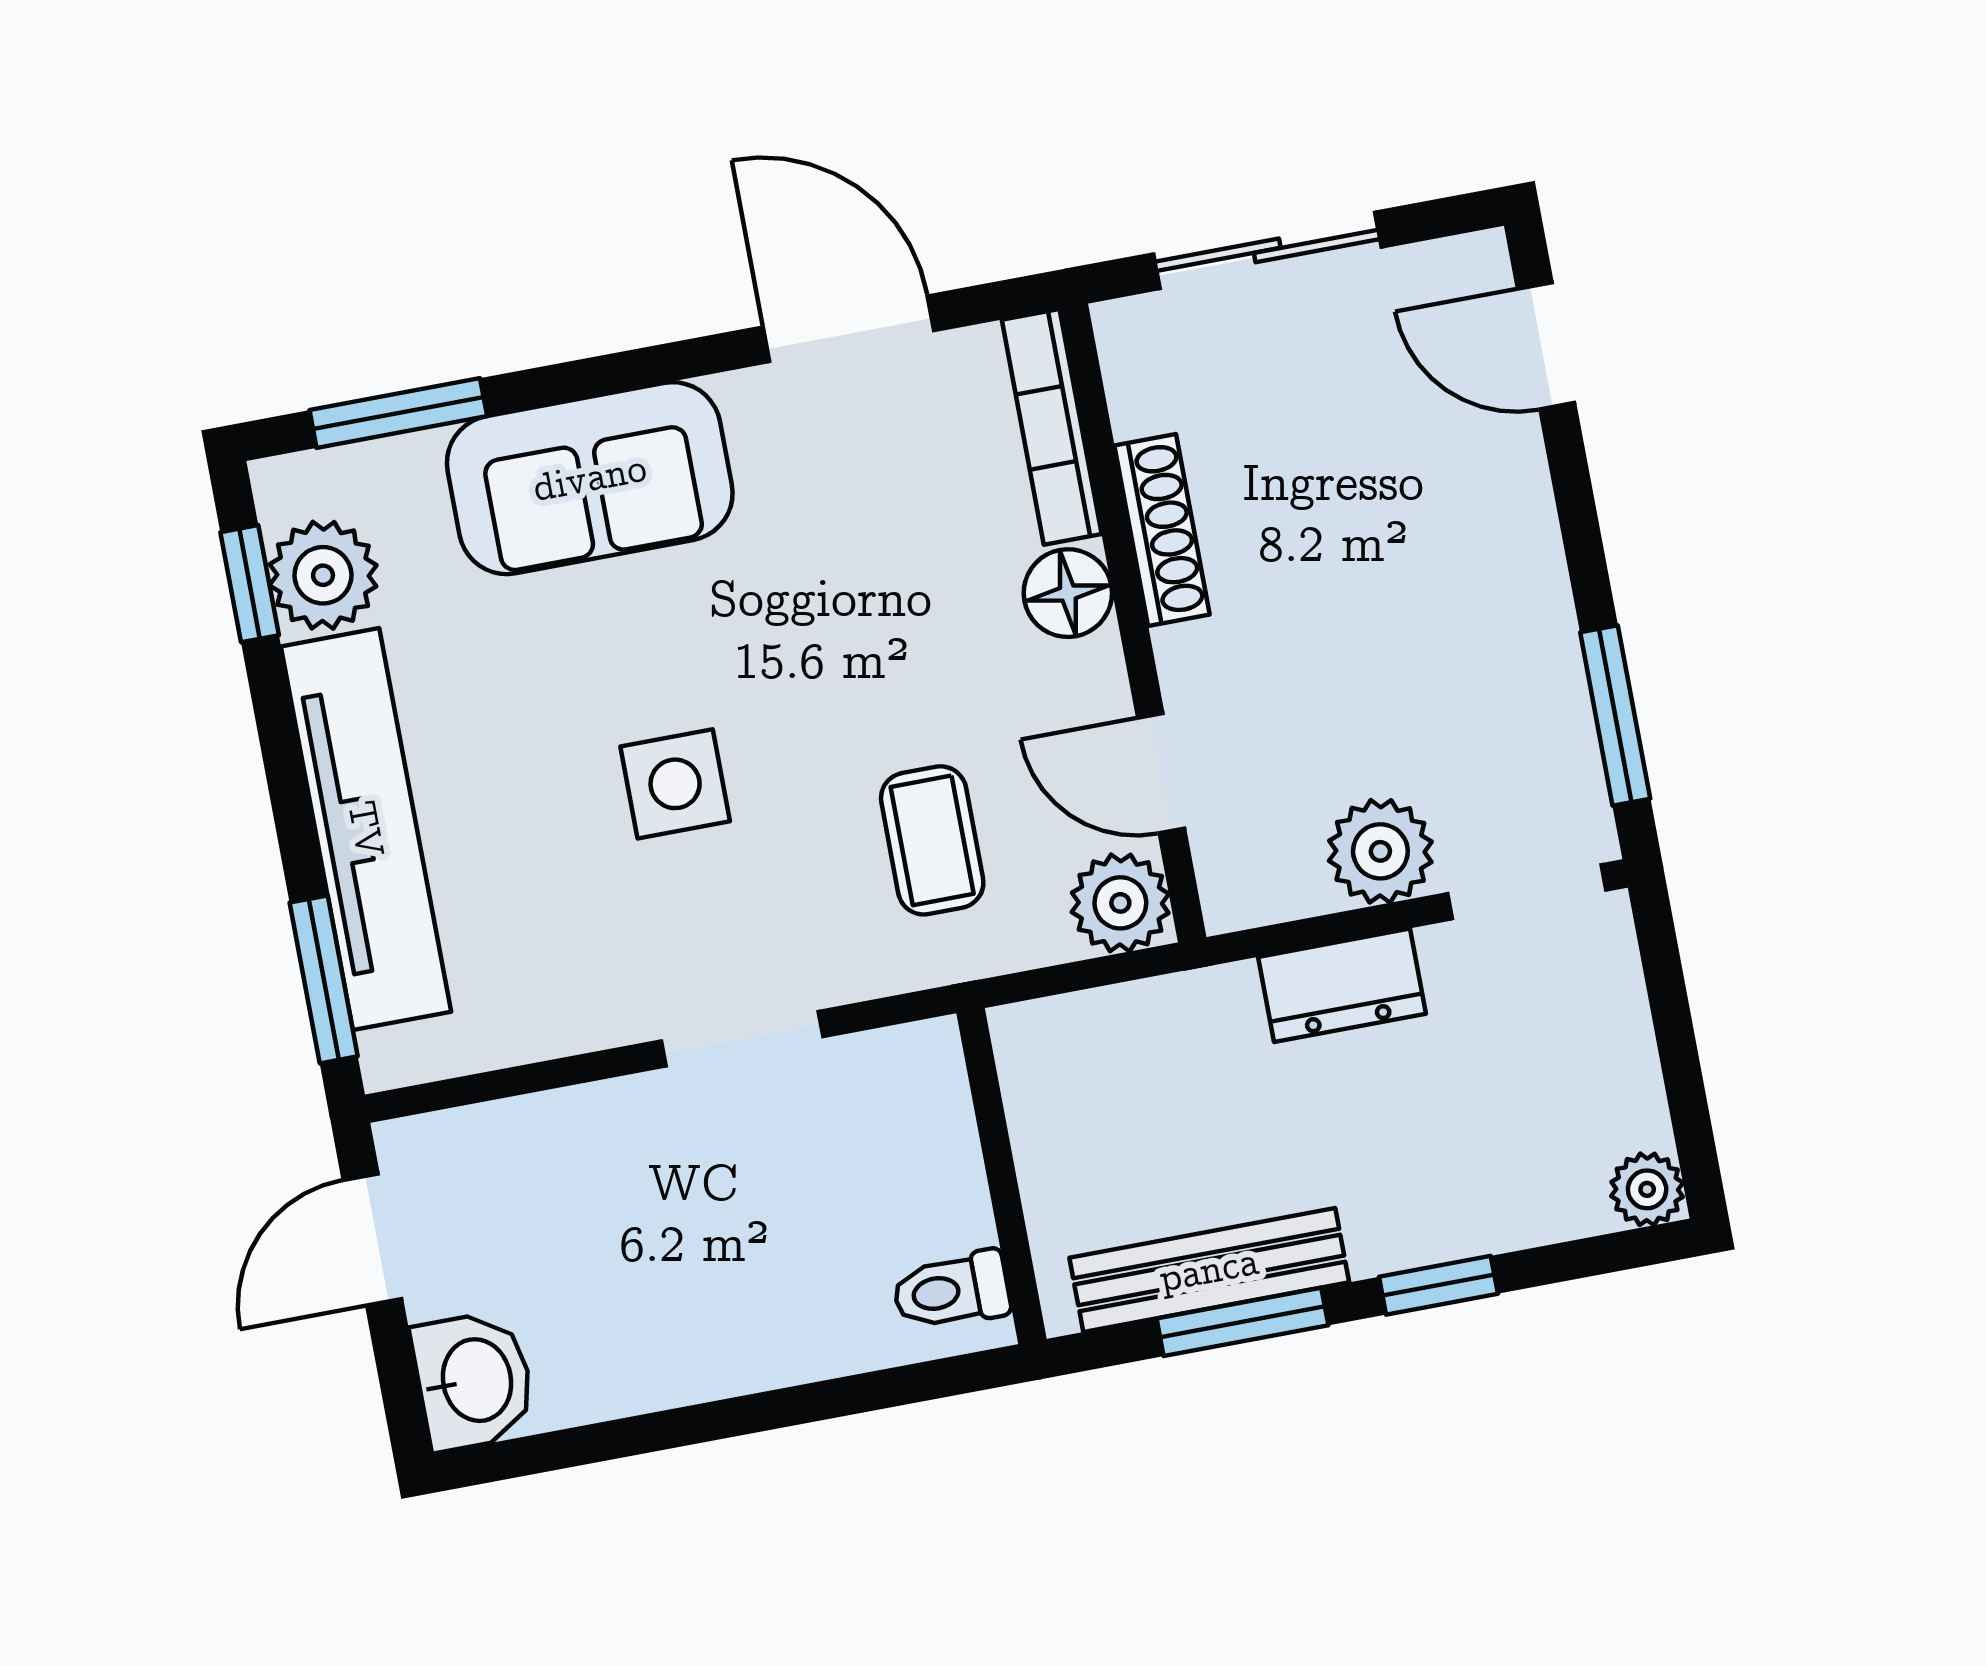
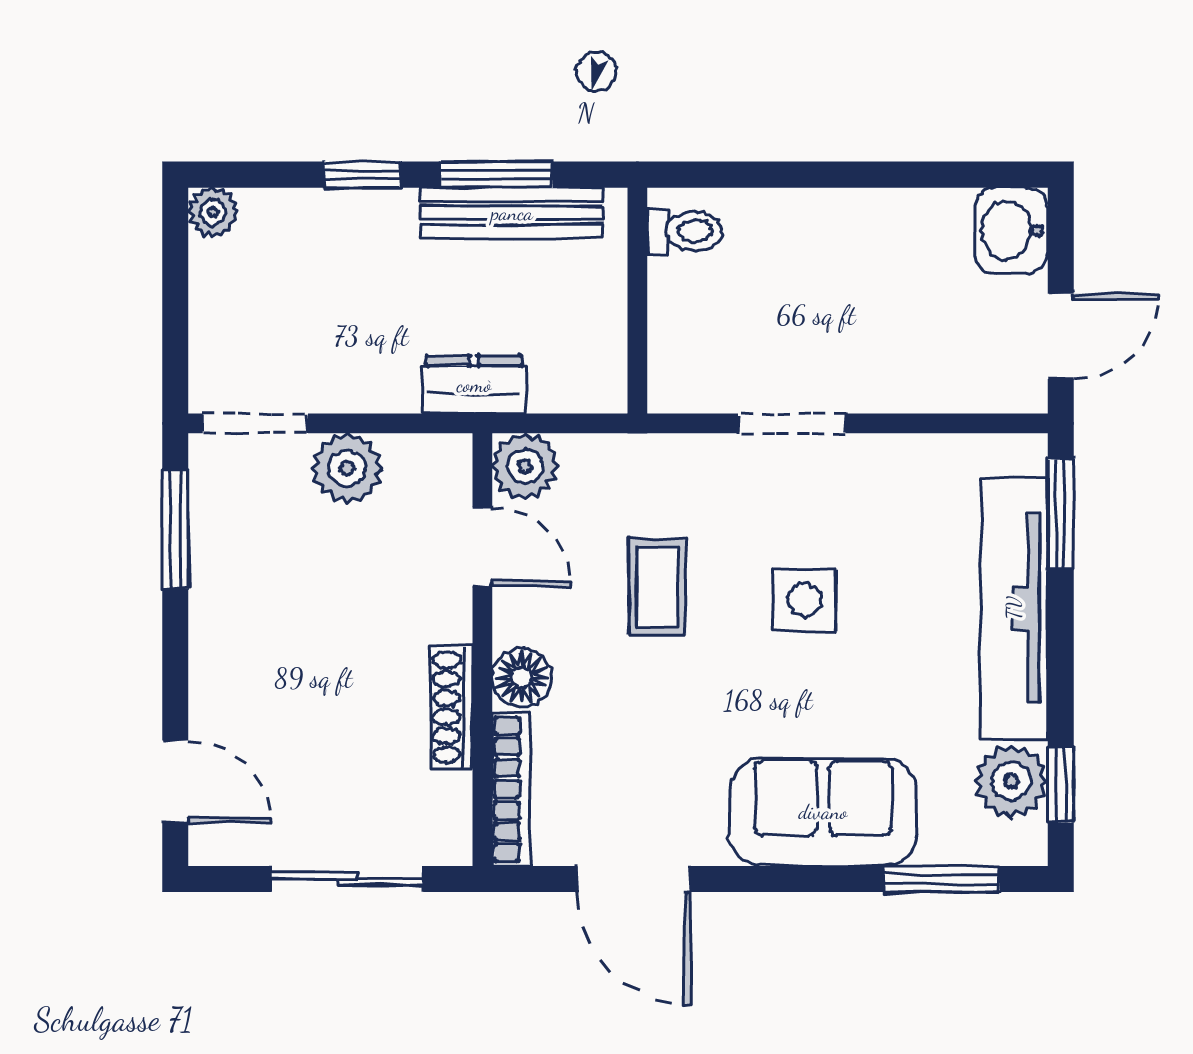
coffee table: (932, 840) -> (657, 587), moved
dresser: (1342, 985) -> (474, 385), moved

